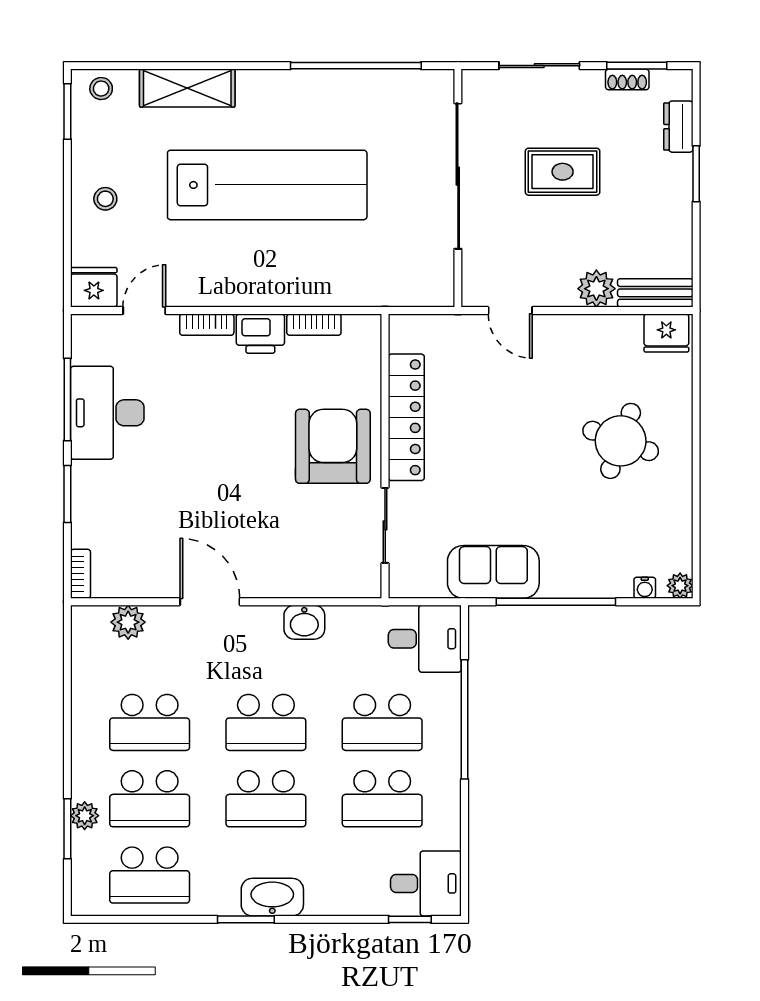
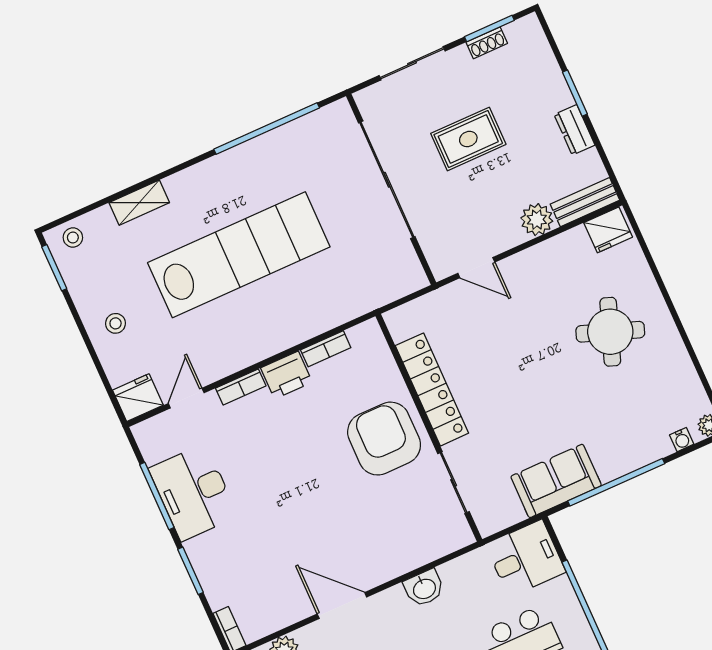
shelving: (187, 88) -> (139, 203), width x0.67, depth x0.75
dresser: (678, 127) -> (574, 130), moved

